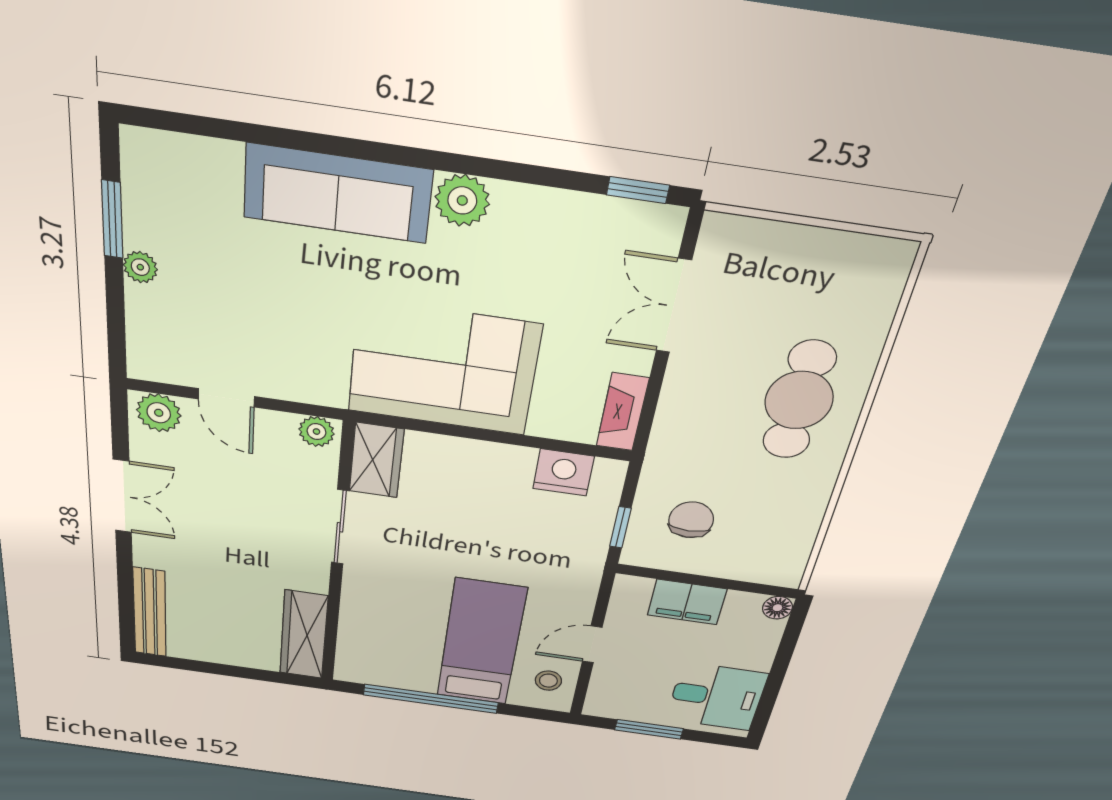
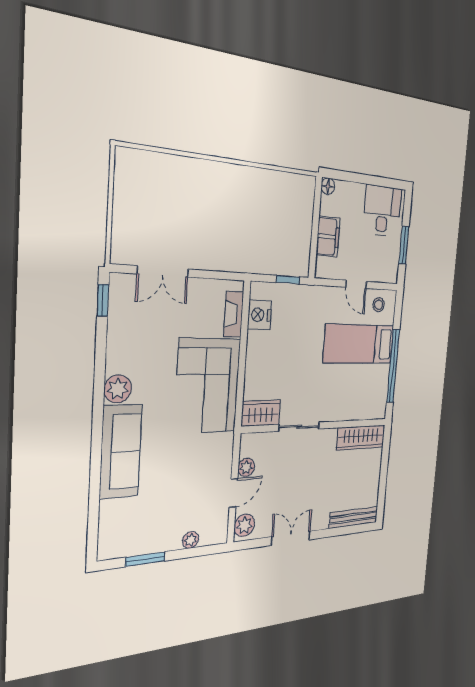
plant: (140, 267) -> (191, 540), moved
cafe table: (799, 400) -> (209, 195), removed
fireplace: (622, 412) -> (234, 314), moved, turned 90
plant: (316, 432) -> (246, 467), moved
chair: (691, 520) -> (281, 242), removed

